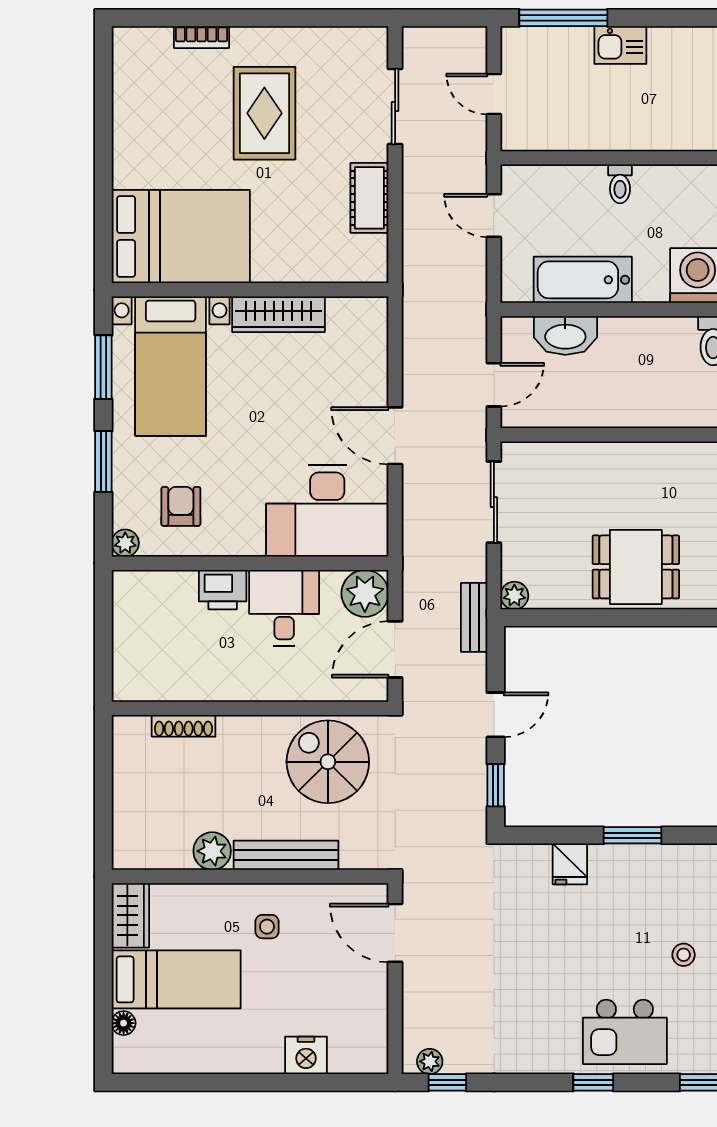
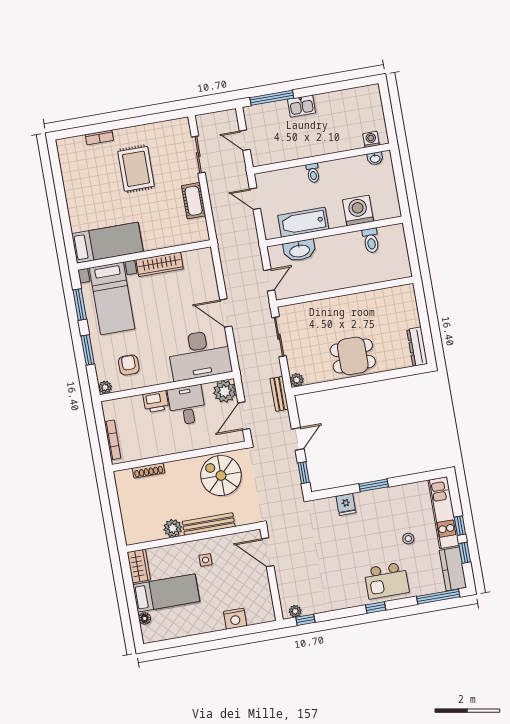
bed: (181, 236) -> (107, 243), width x0.67
bookcase: (122, 652) -> (113, 440), added

